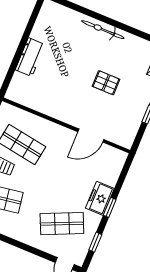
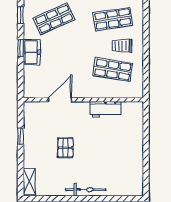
workbench: (30, 57) -> (106, 109), moved, turned -90
pallet: (106, 83) -> (65, 148), turned 90

